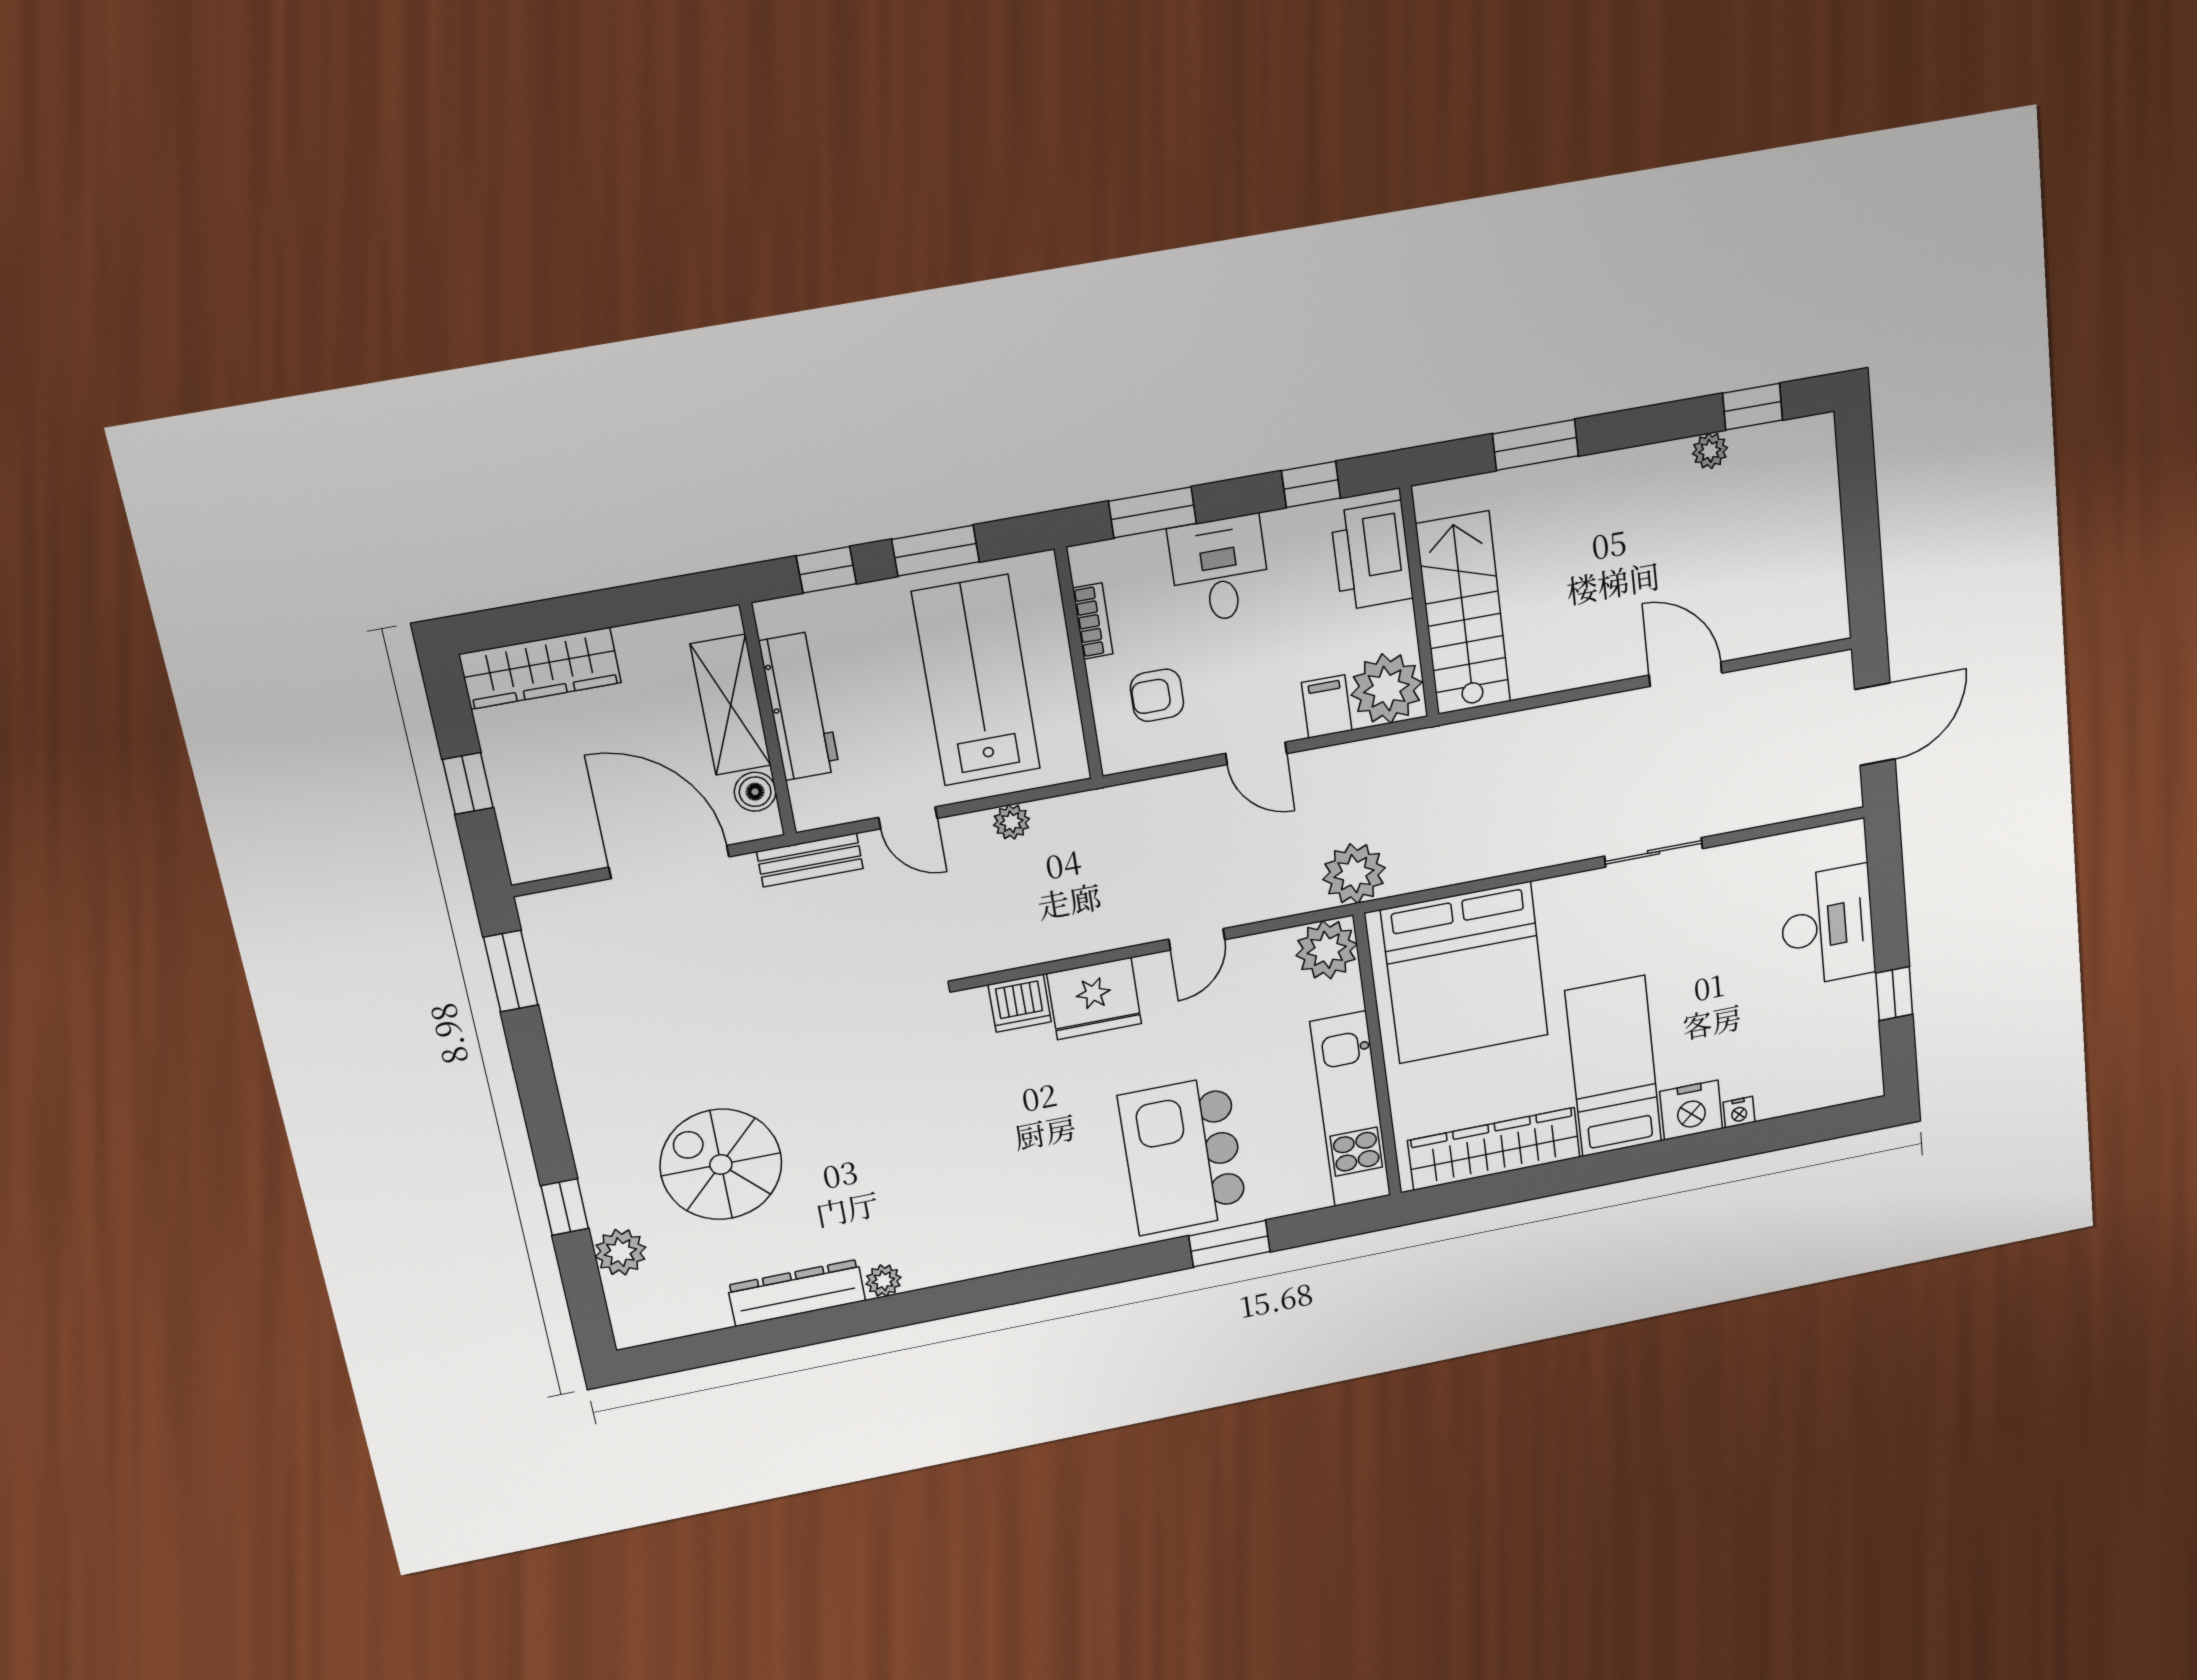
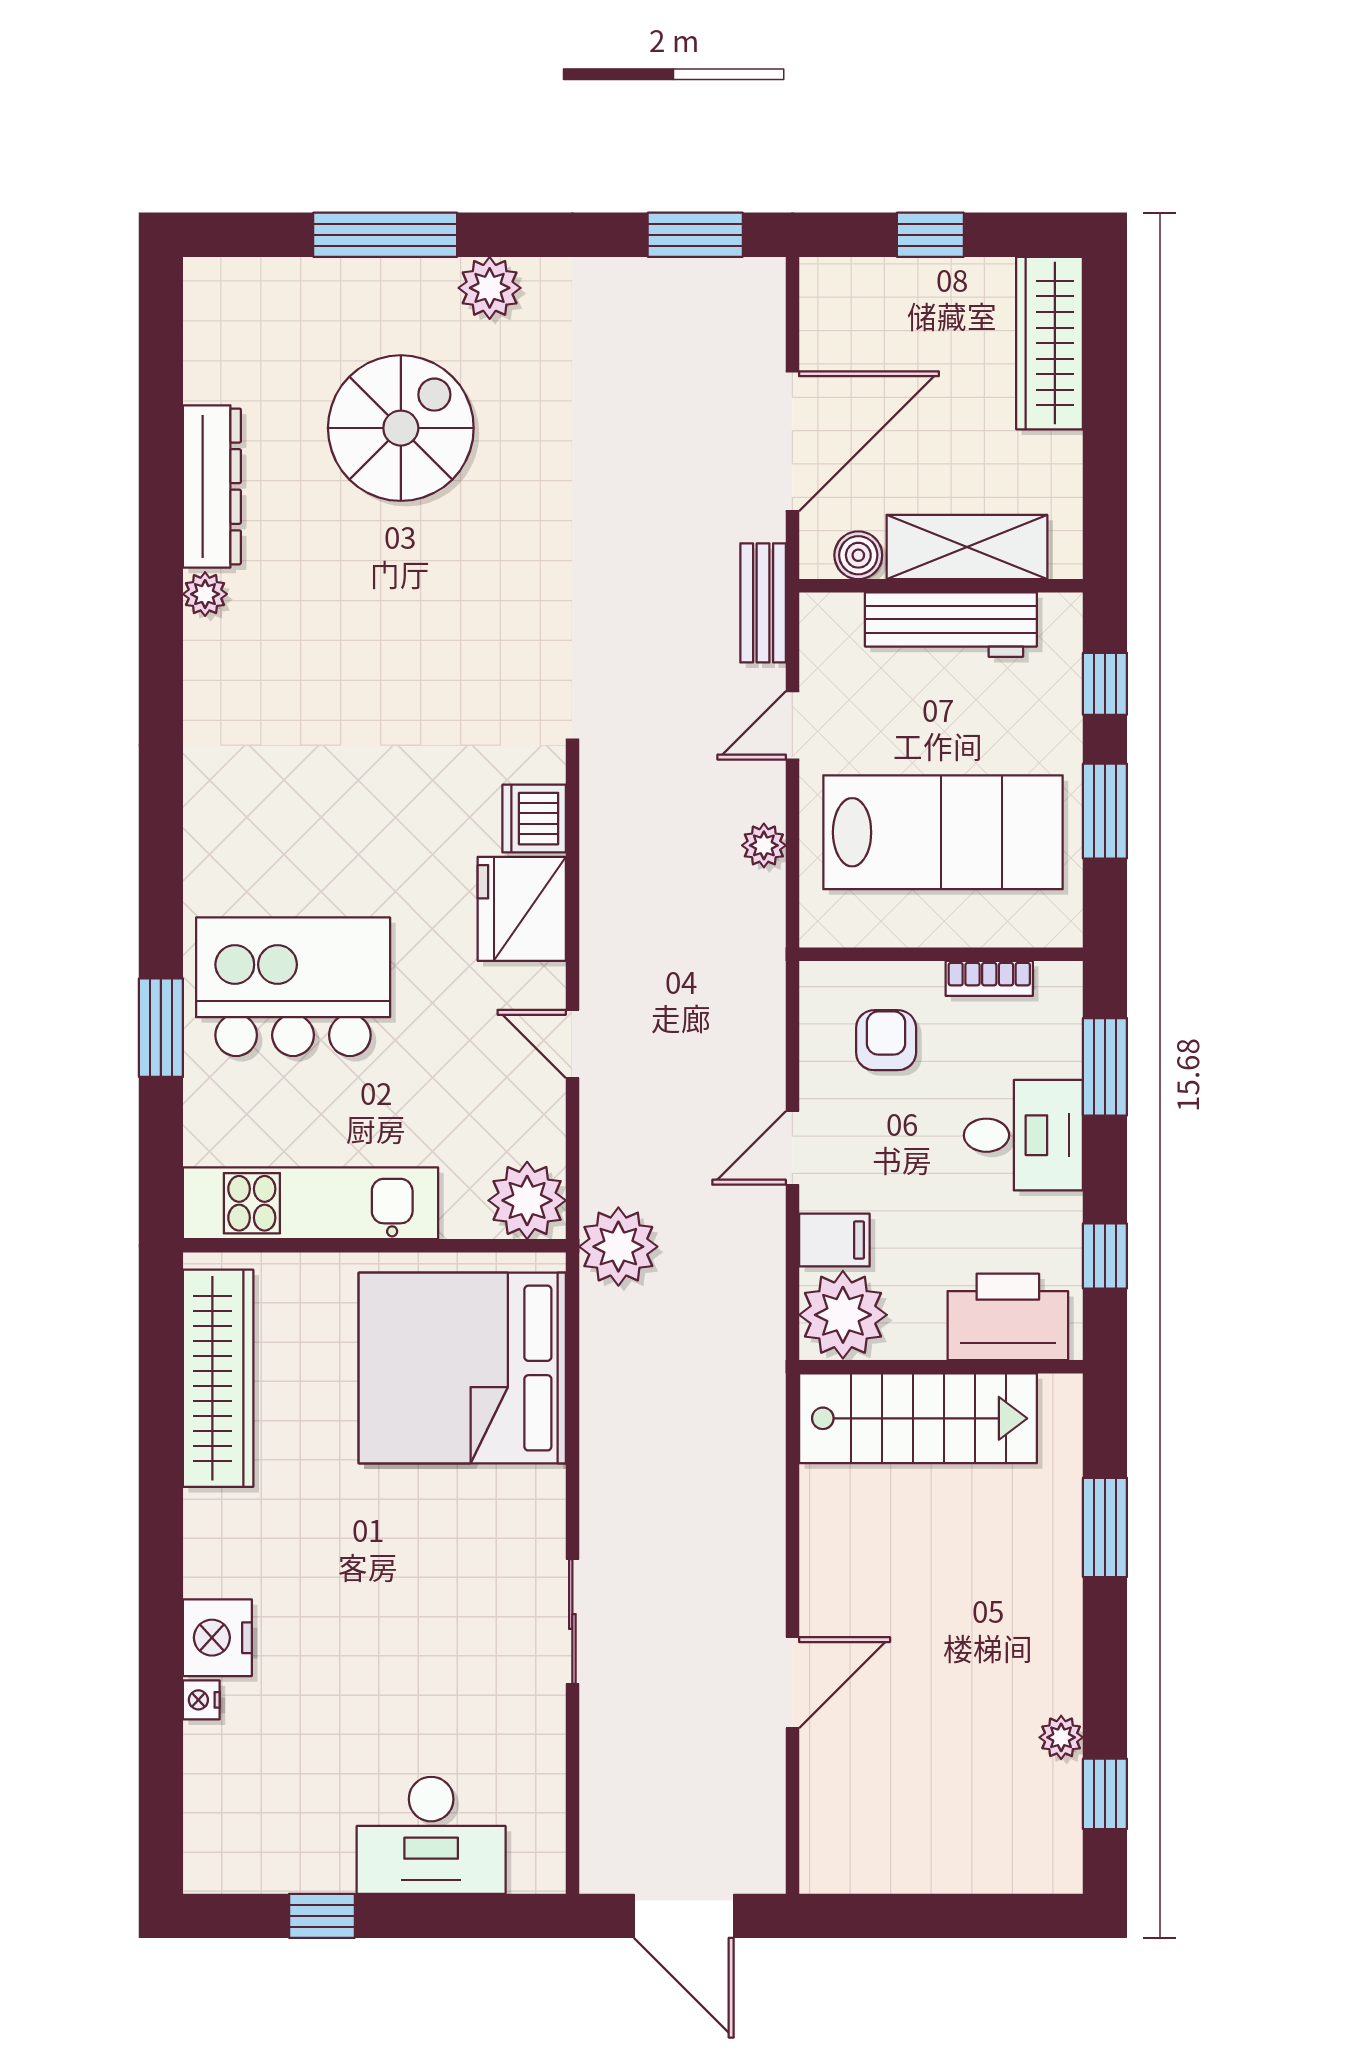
bed: (1613, 1067) -> (298, 1543), removed
window: (565, 1207) -> (385, 235), width x2.17
plant: (620, 1252) -> (490, 288), moved

